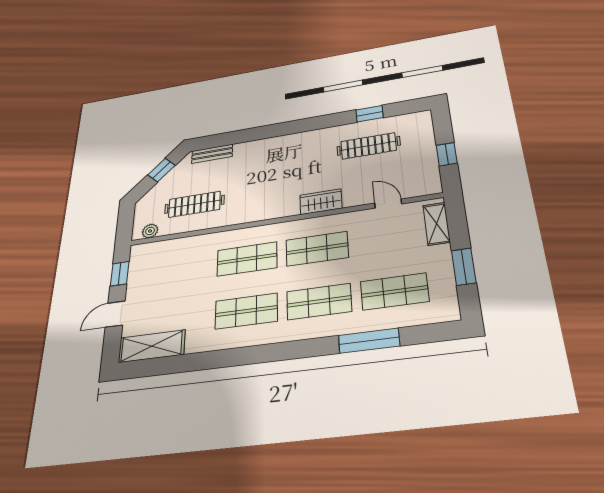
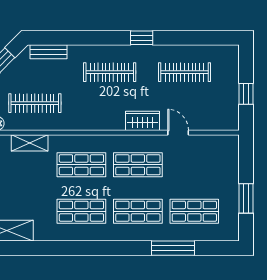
window: (370, 114) -> (142, 38), moved
clothes rail: (280, 161) -> (110, 72), added
door: (388, 204) -> (178, 133), moved
shelving: (437, 224) -> (30, 143), moved, turned 90

